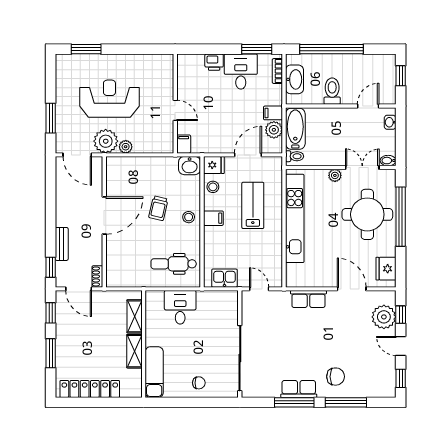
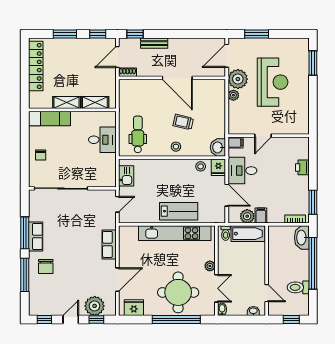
desk: (241, 72) -> (242, 171), moved, turned 180
washbasin: (294, 79) -> (302, 238), moved, turned 90
toilet: (332, 91) -> (298, 287), moved, turned 180
lab bench: (253, 205) -> (179, 211), moved
filing cabinet: (213, 218) -> (175, 167), removed

